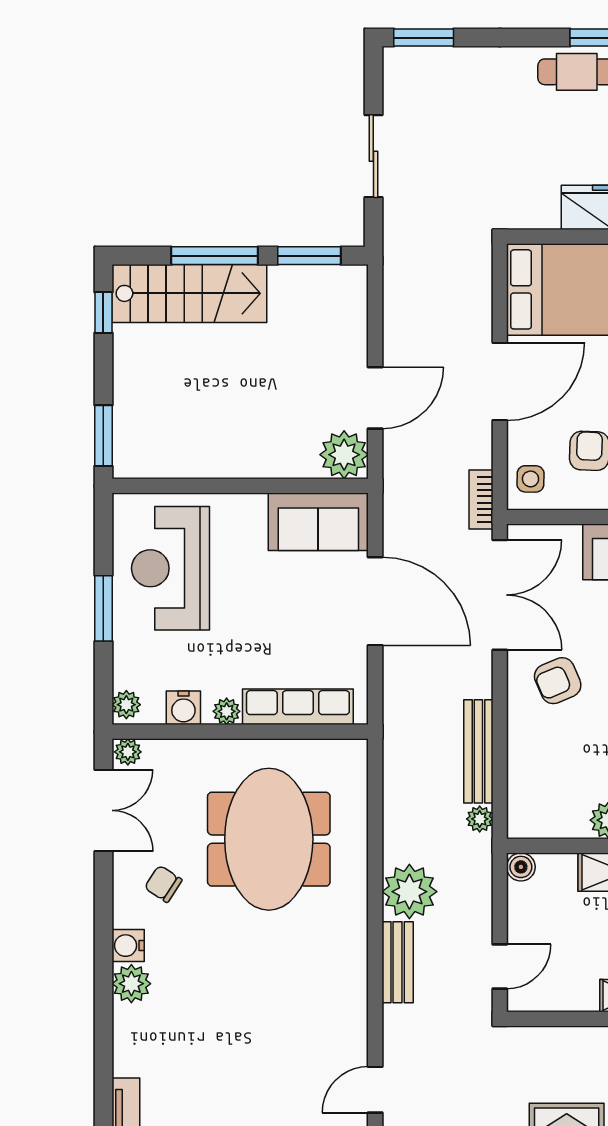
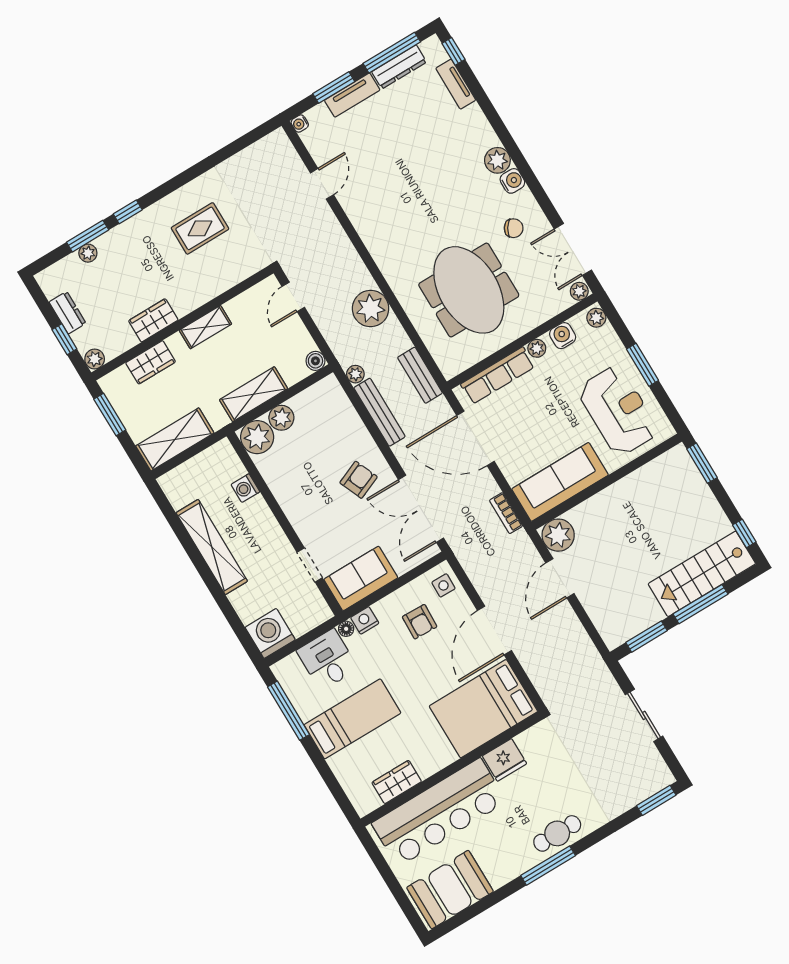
bookcase: (481, 500) -> (506, 513), moved, turned 180
sofa: (318, 522) -> (560, 482), width x1.36
door: (375, 601) -> (476, 438), moved
bench: (398, 962) -> (420, 375), moved

